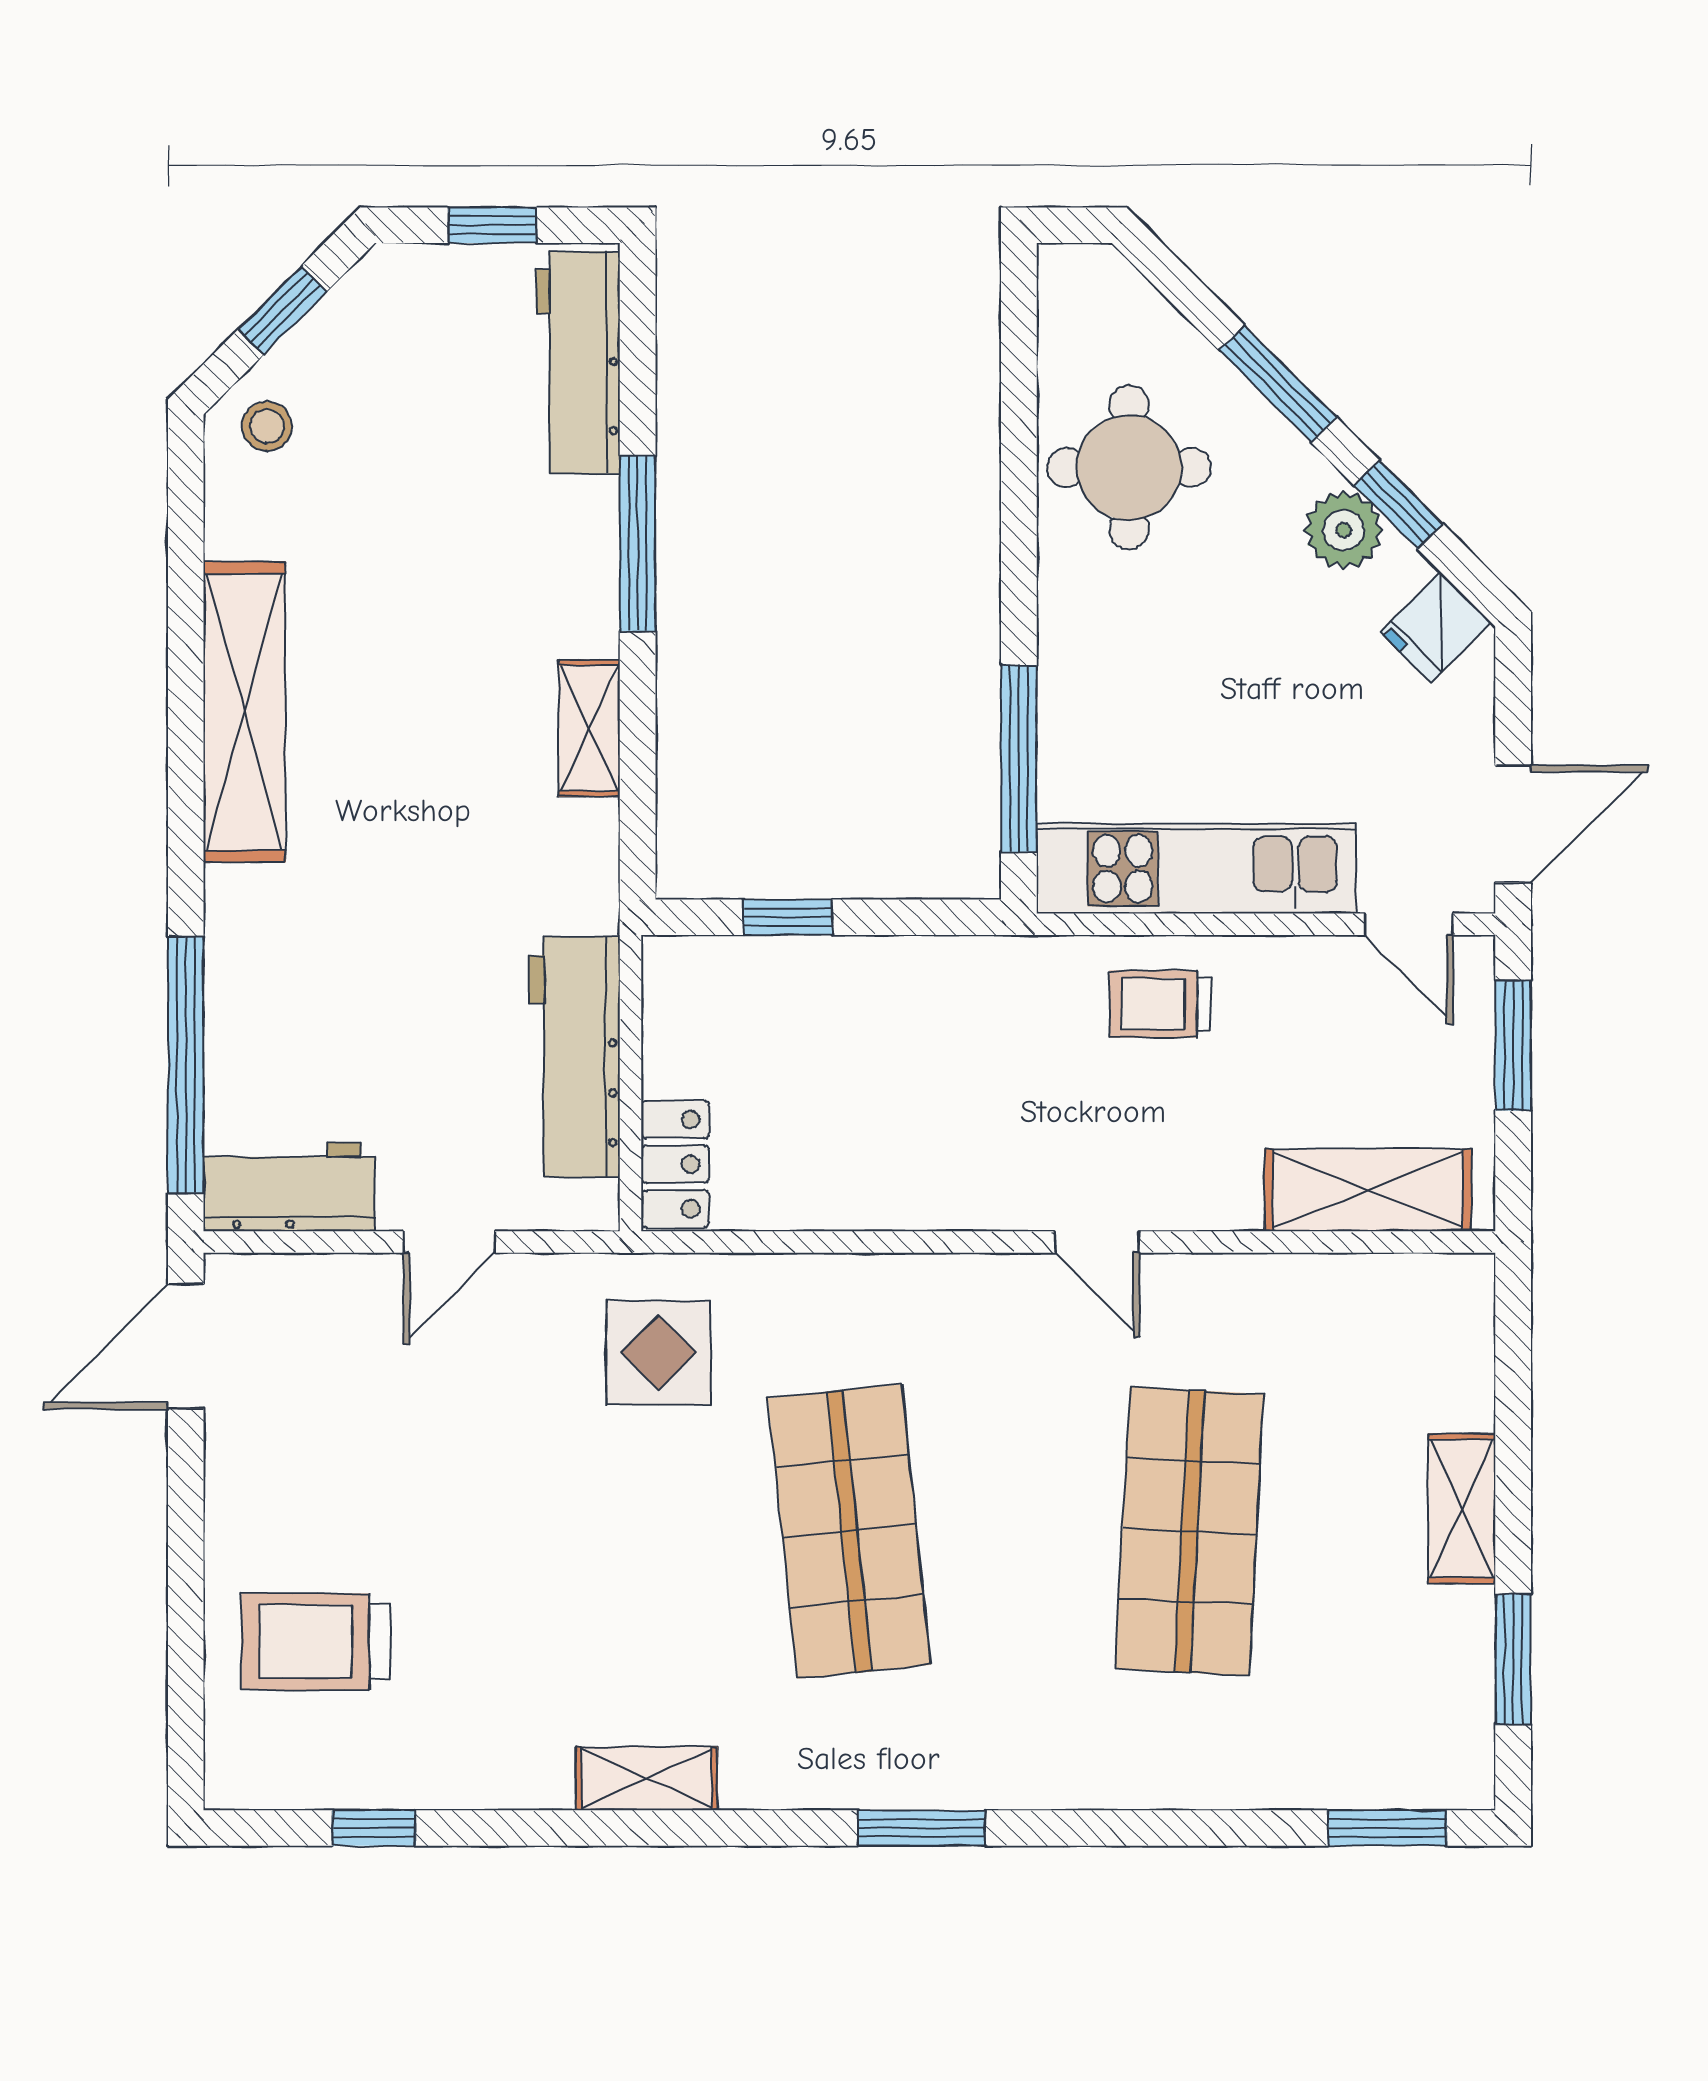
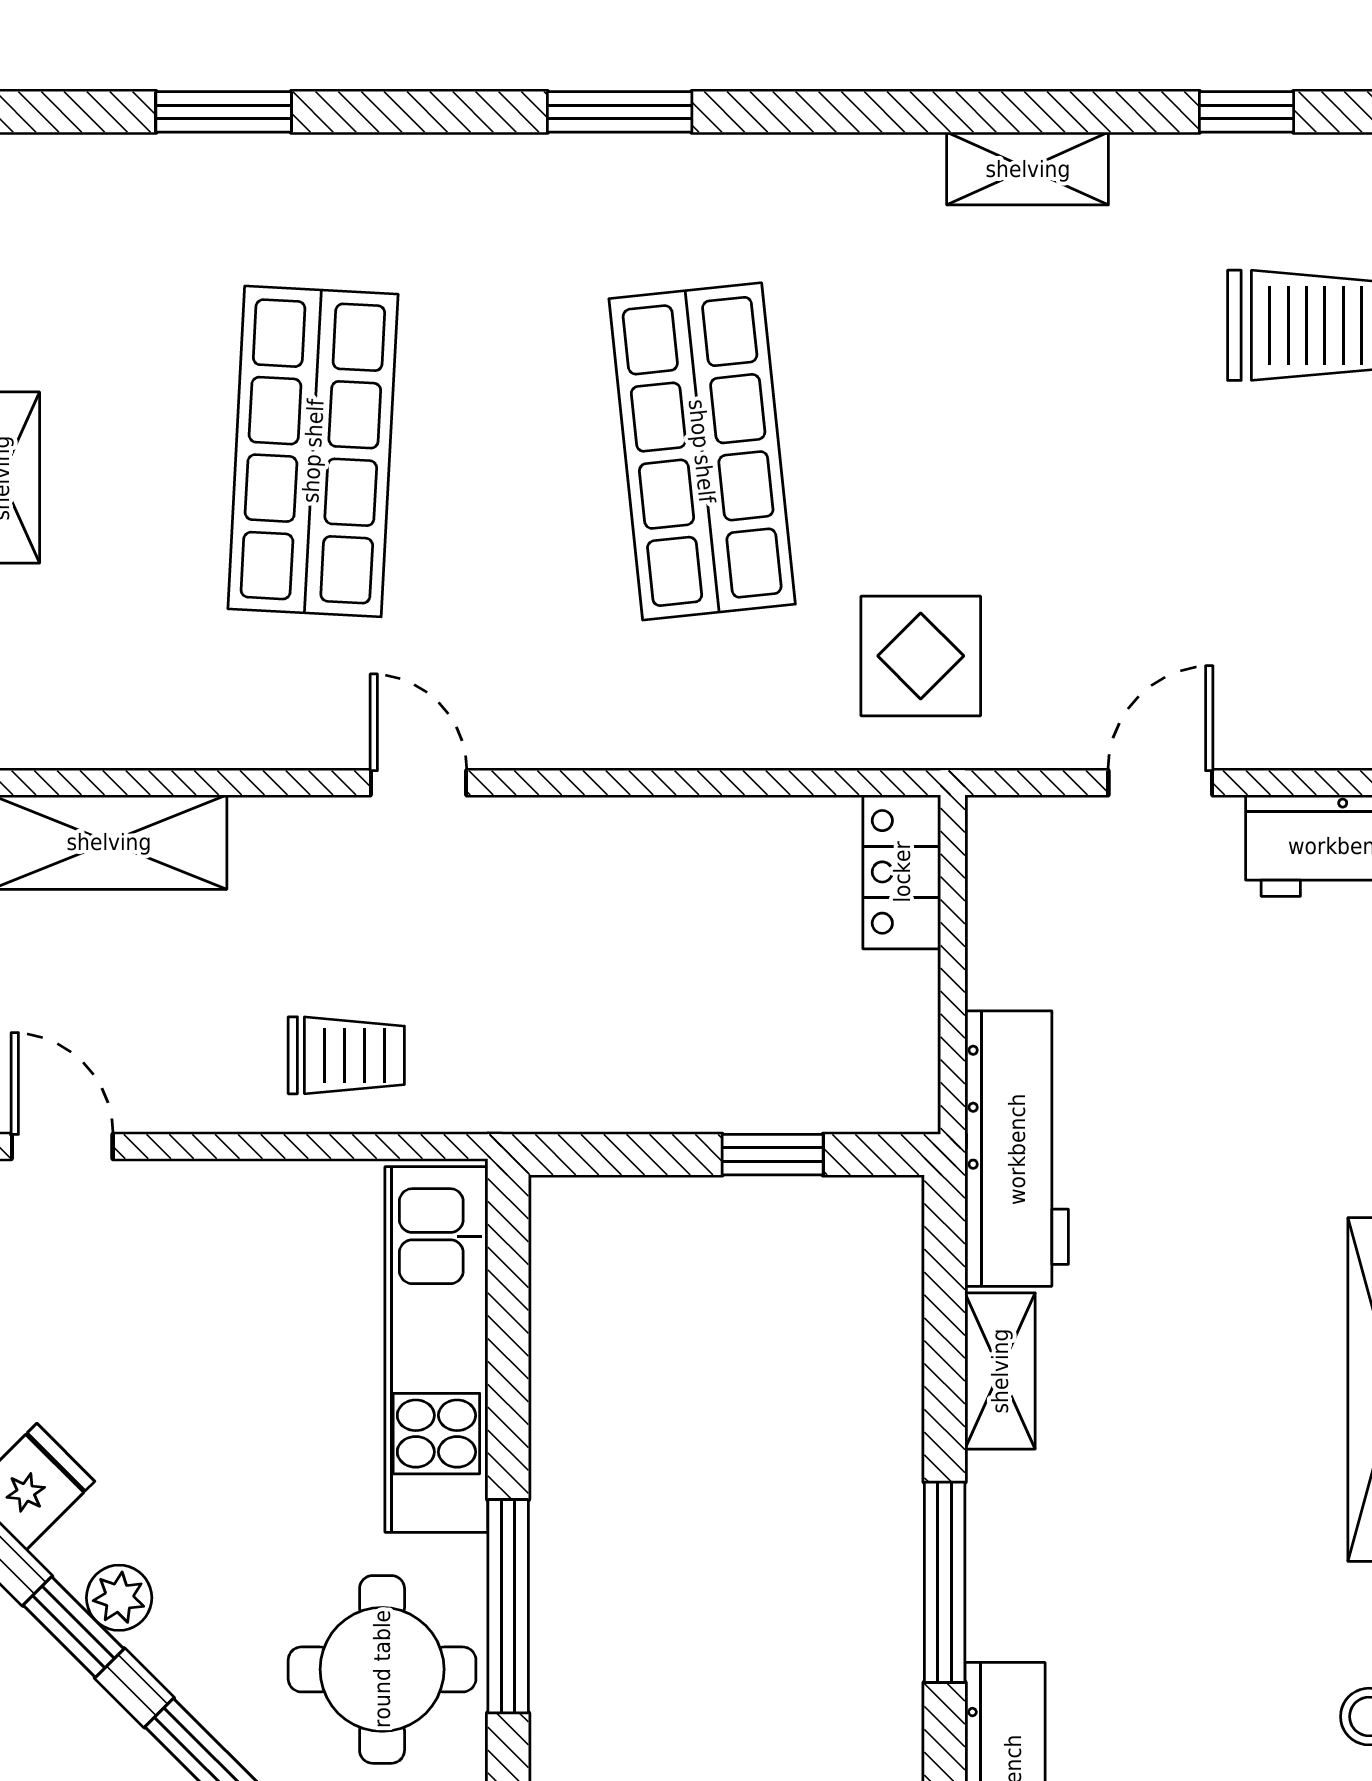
plant: (1344, 530) -> (119, 1598), width x0.73, depth x0.73
window: (1019, 759) -> (508, 1606), moved
kitchen unit: (1196, 869) -> (436, 1349), moved, turned 90
workbench: (575, 1057) -> (1017, 1149), moved
shelving: (647, 1779) -> (1028, 169), moved
window: (1387, 1828) -> (224, 112), moved

